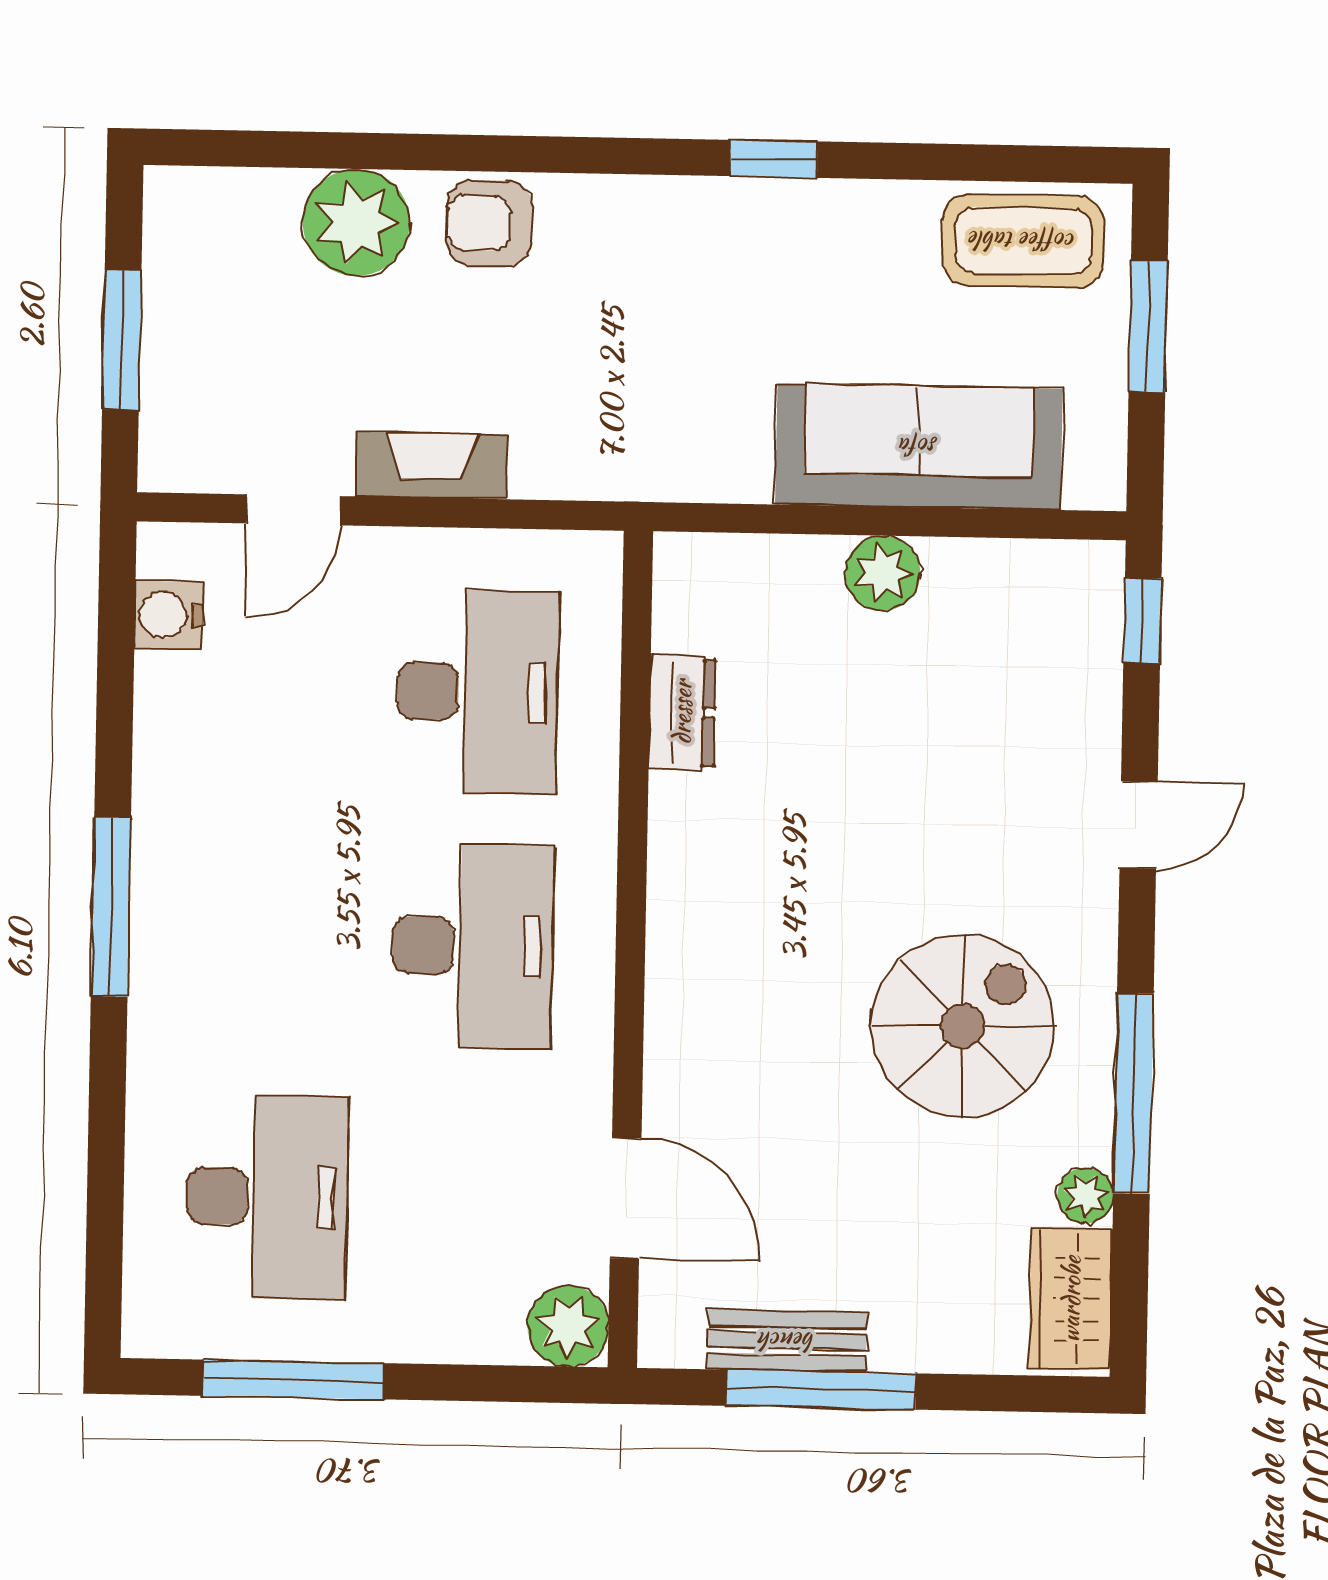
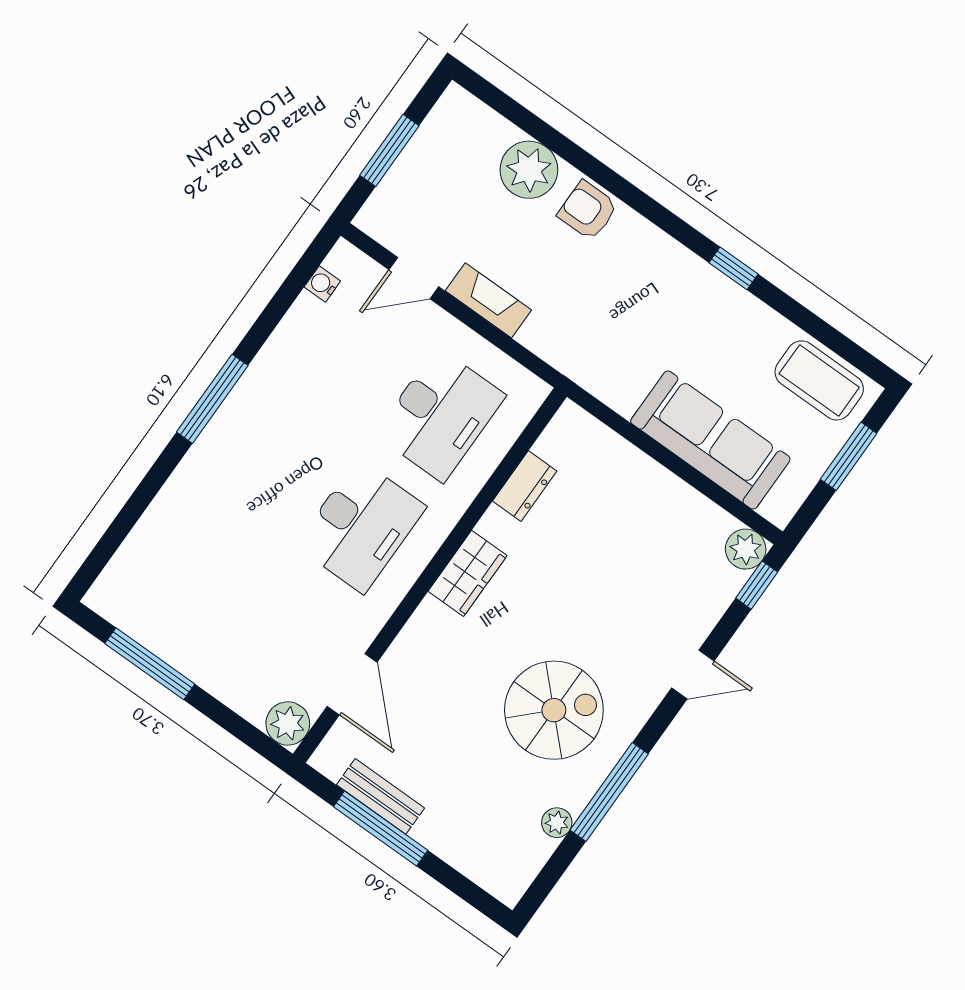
plant: (883, 573) -> (746, 549), moved
water cooler: (169, 615) -> (322, 284), width x0.72, depth x0.72
desk: (267, 1197) -> (193, 575), removed
wardrobe: (1071, 1299) -> (468, 573), moved, turned 180

